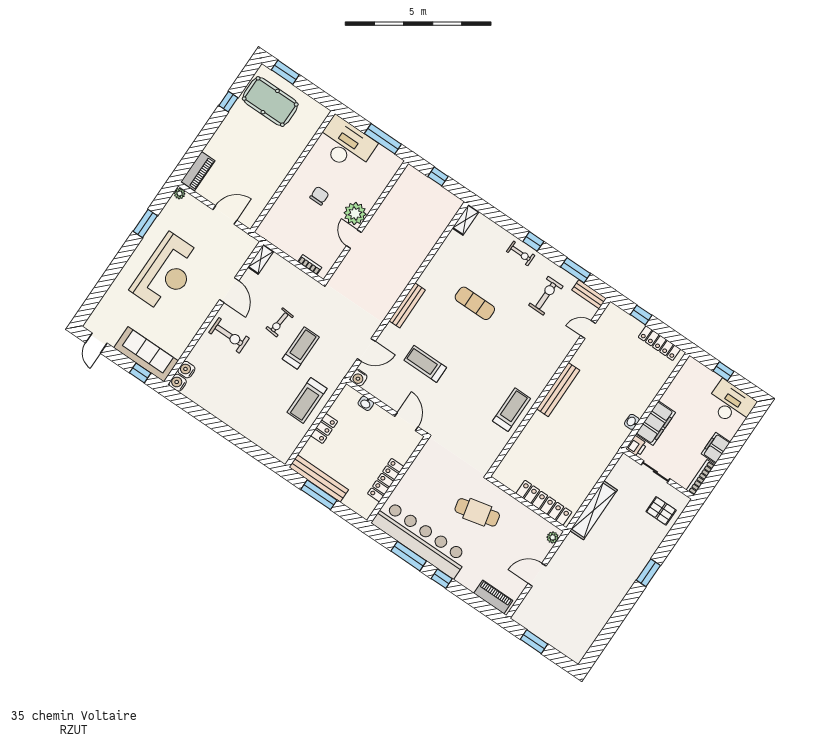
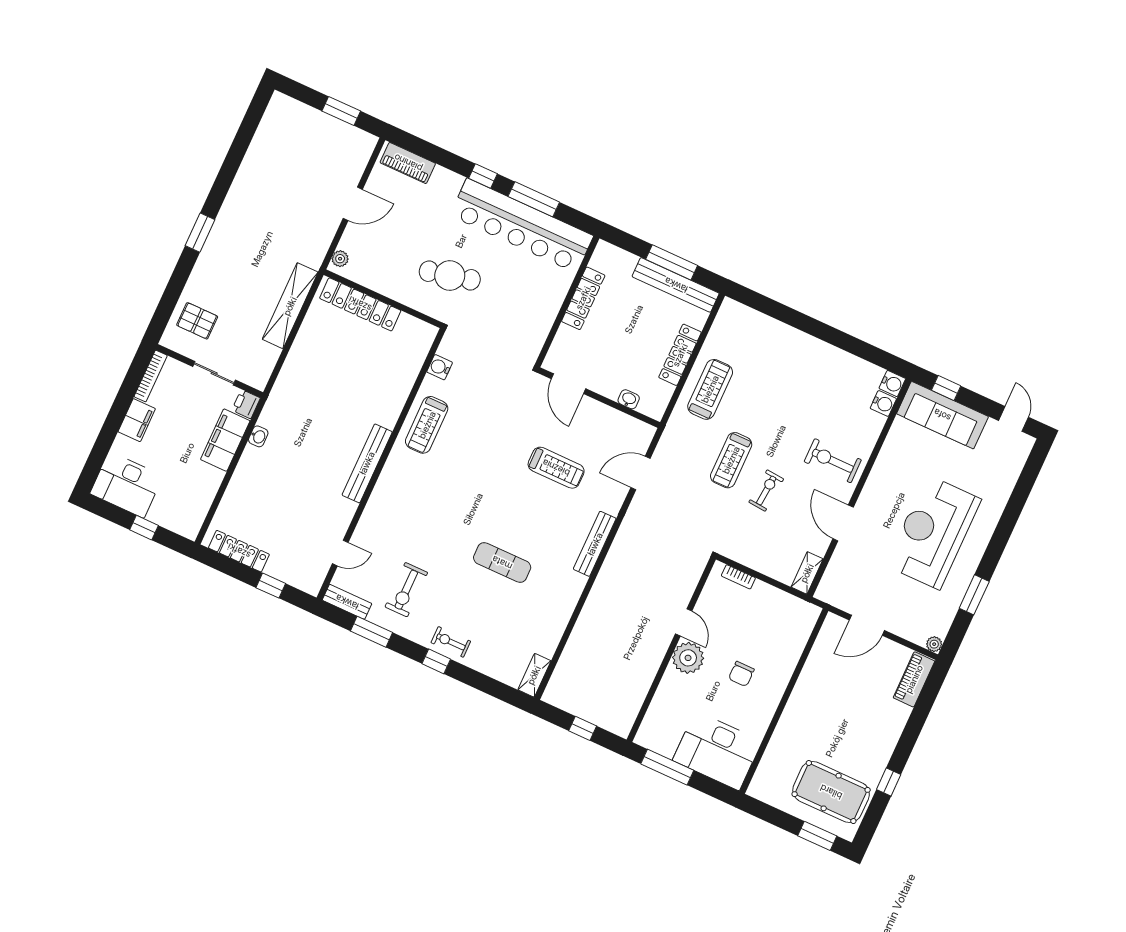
water cooler: (359, 378) -> (440, 367), moved, turned -90
locker: (324, 429) -> (680, 355), width x1.53

